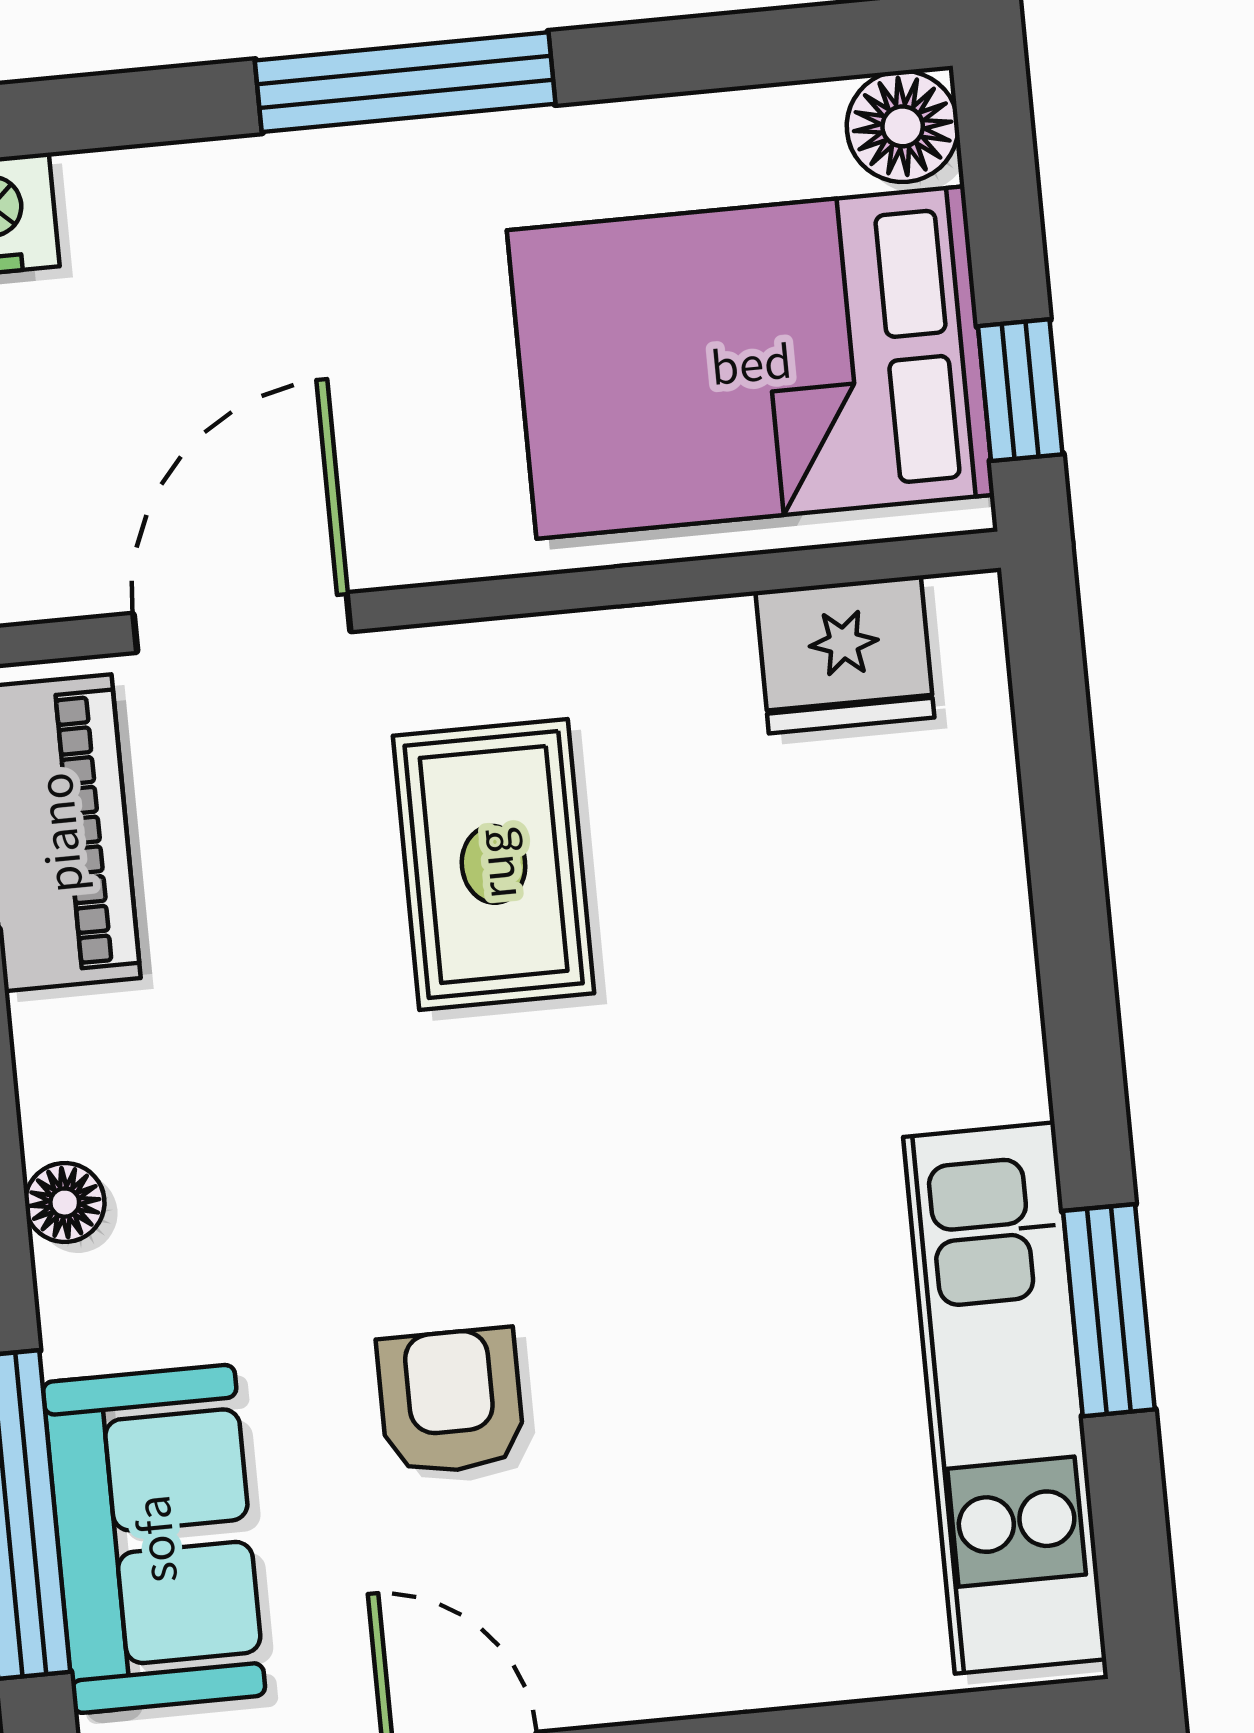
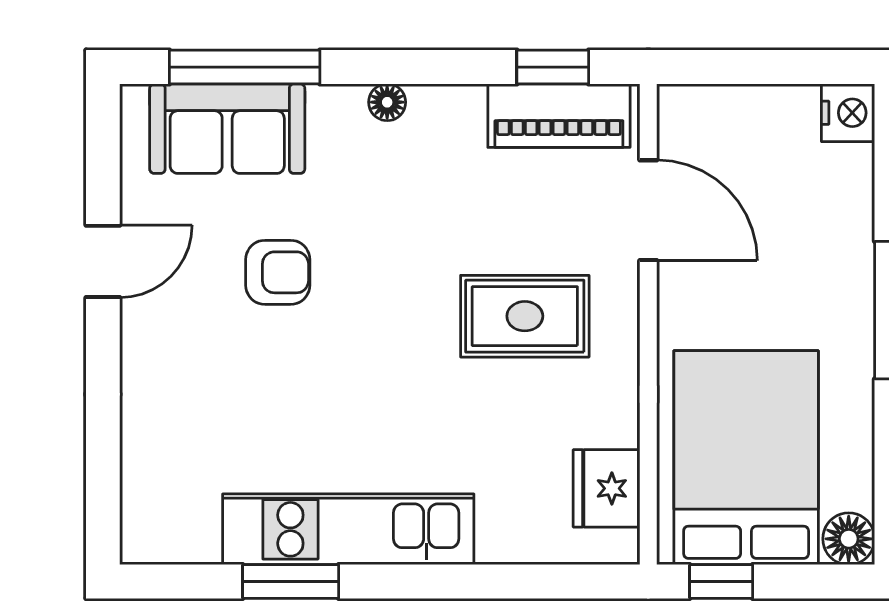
kitchen unit: (1005, 1398) -> (348, 529), moved

